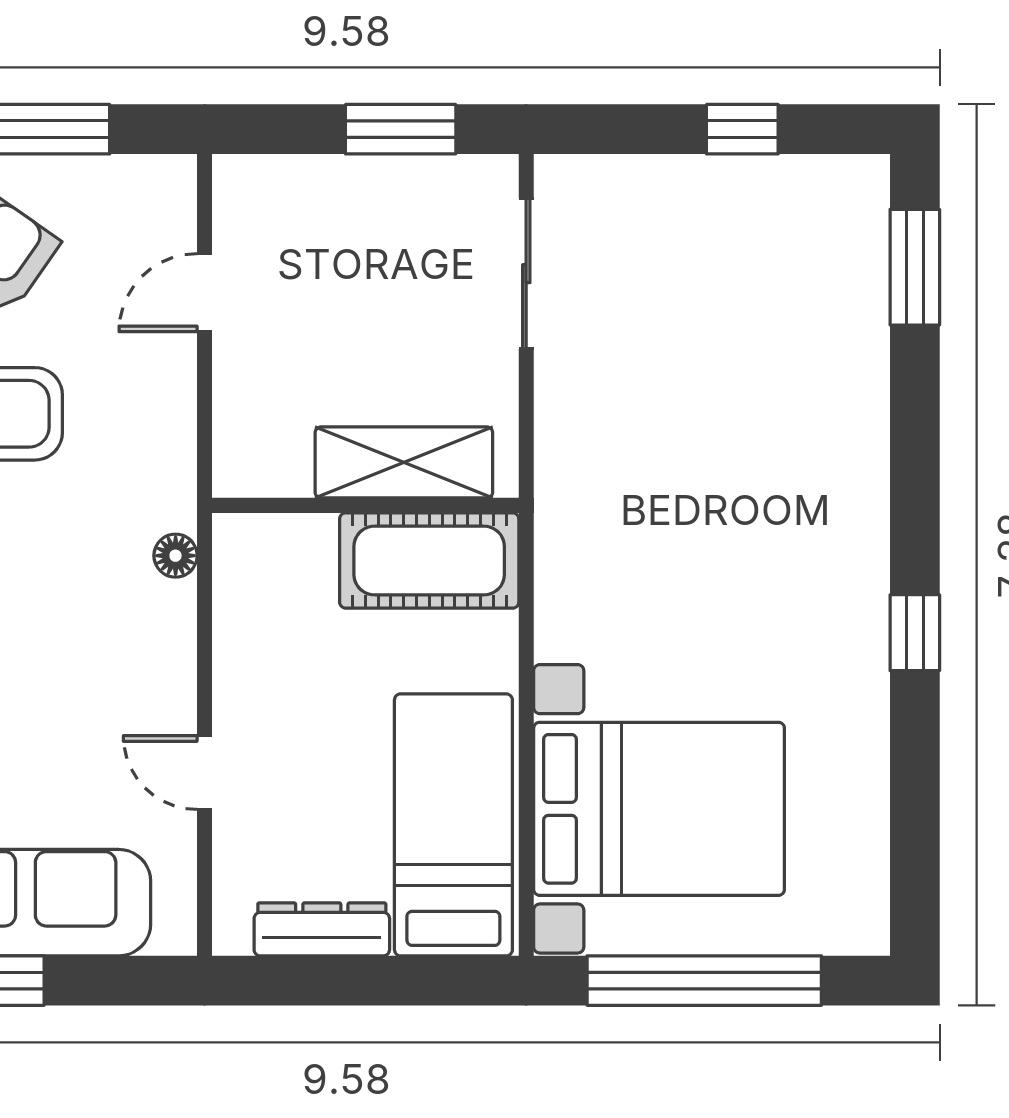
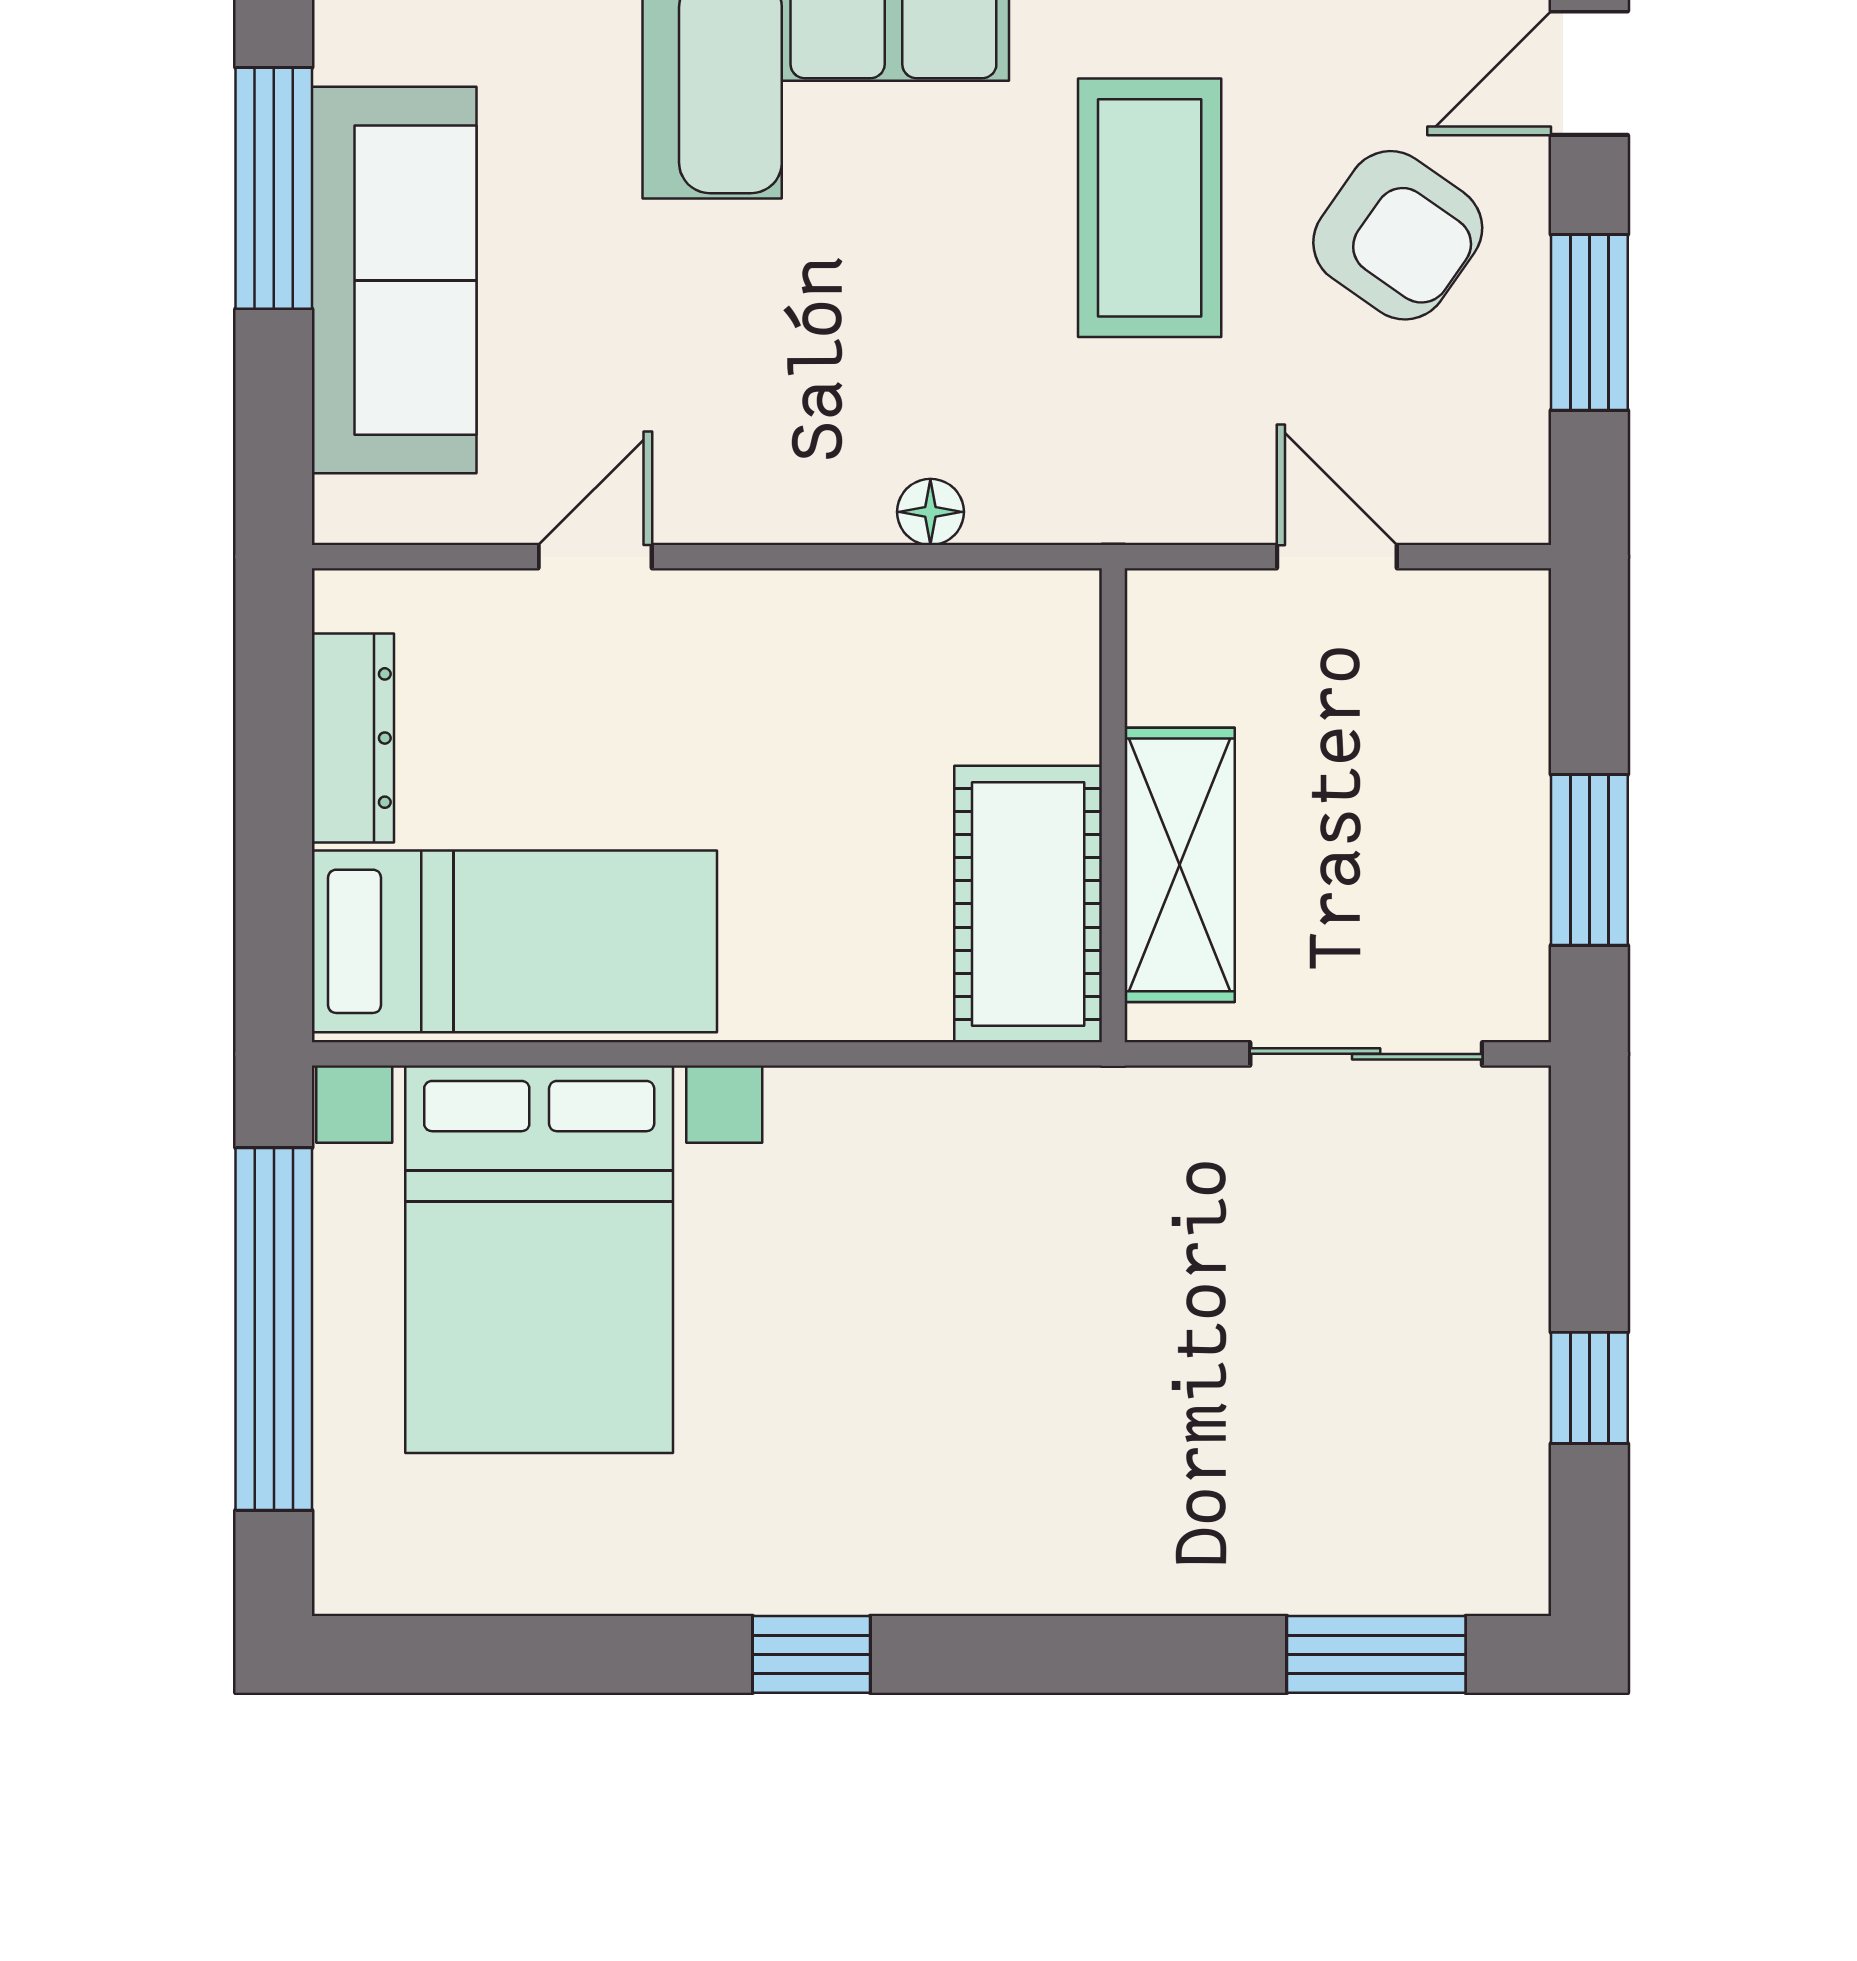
shelving: (404, 462) -> (1180, 865), moved
wall: (365, 505) -> (1113, 805), moved
cot: (429, 560) -> (1028, 904), moved

